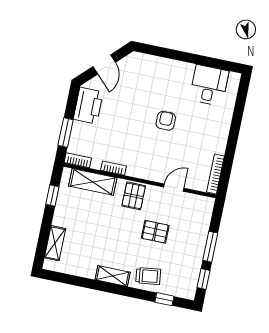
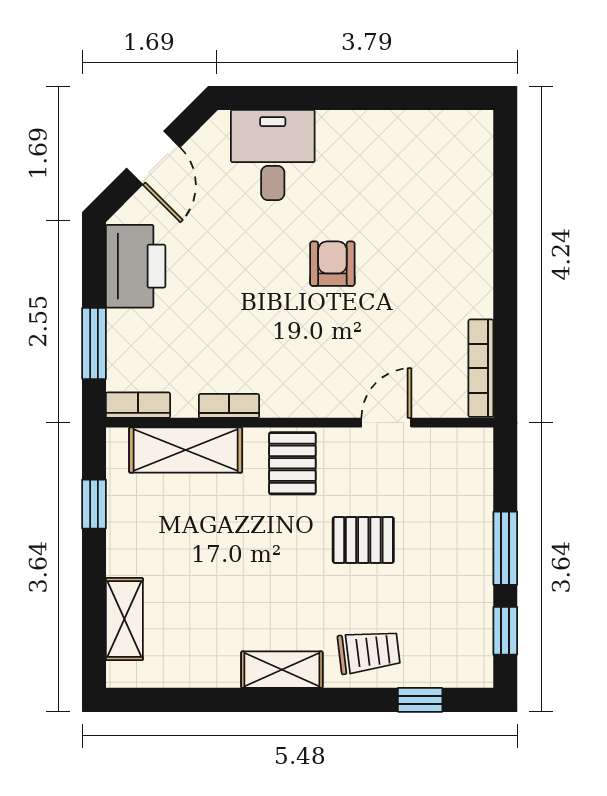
desk: (209, 85) -> (273, 155), moved

